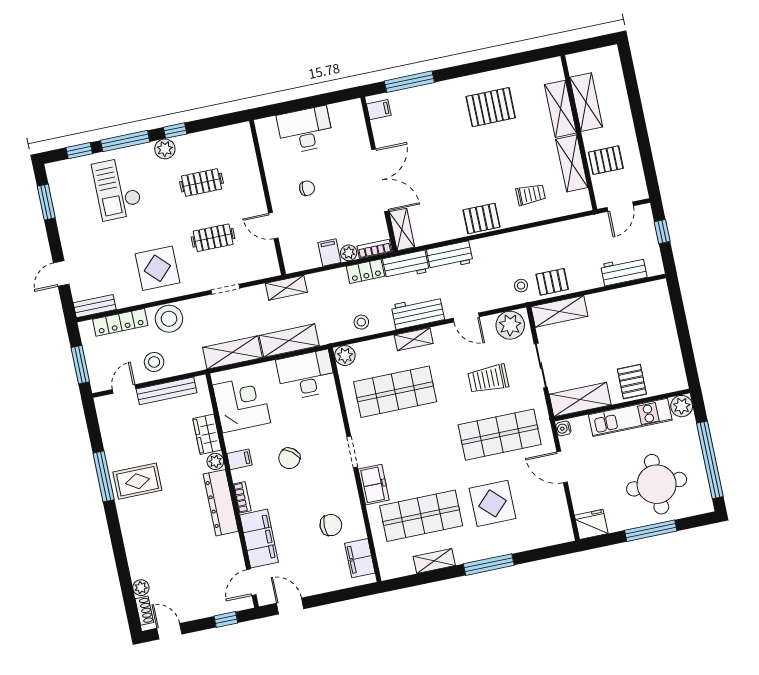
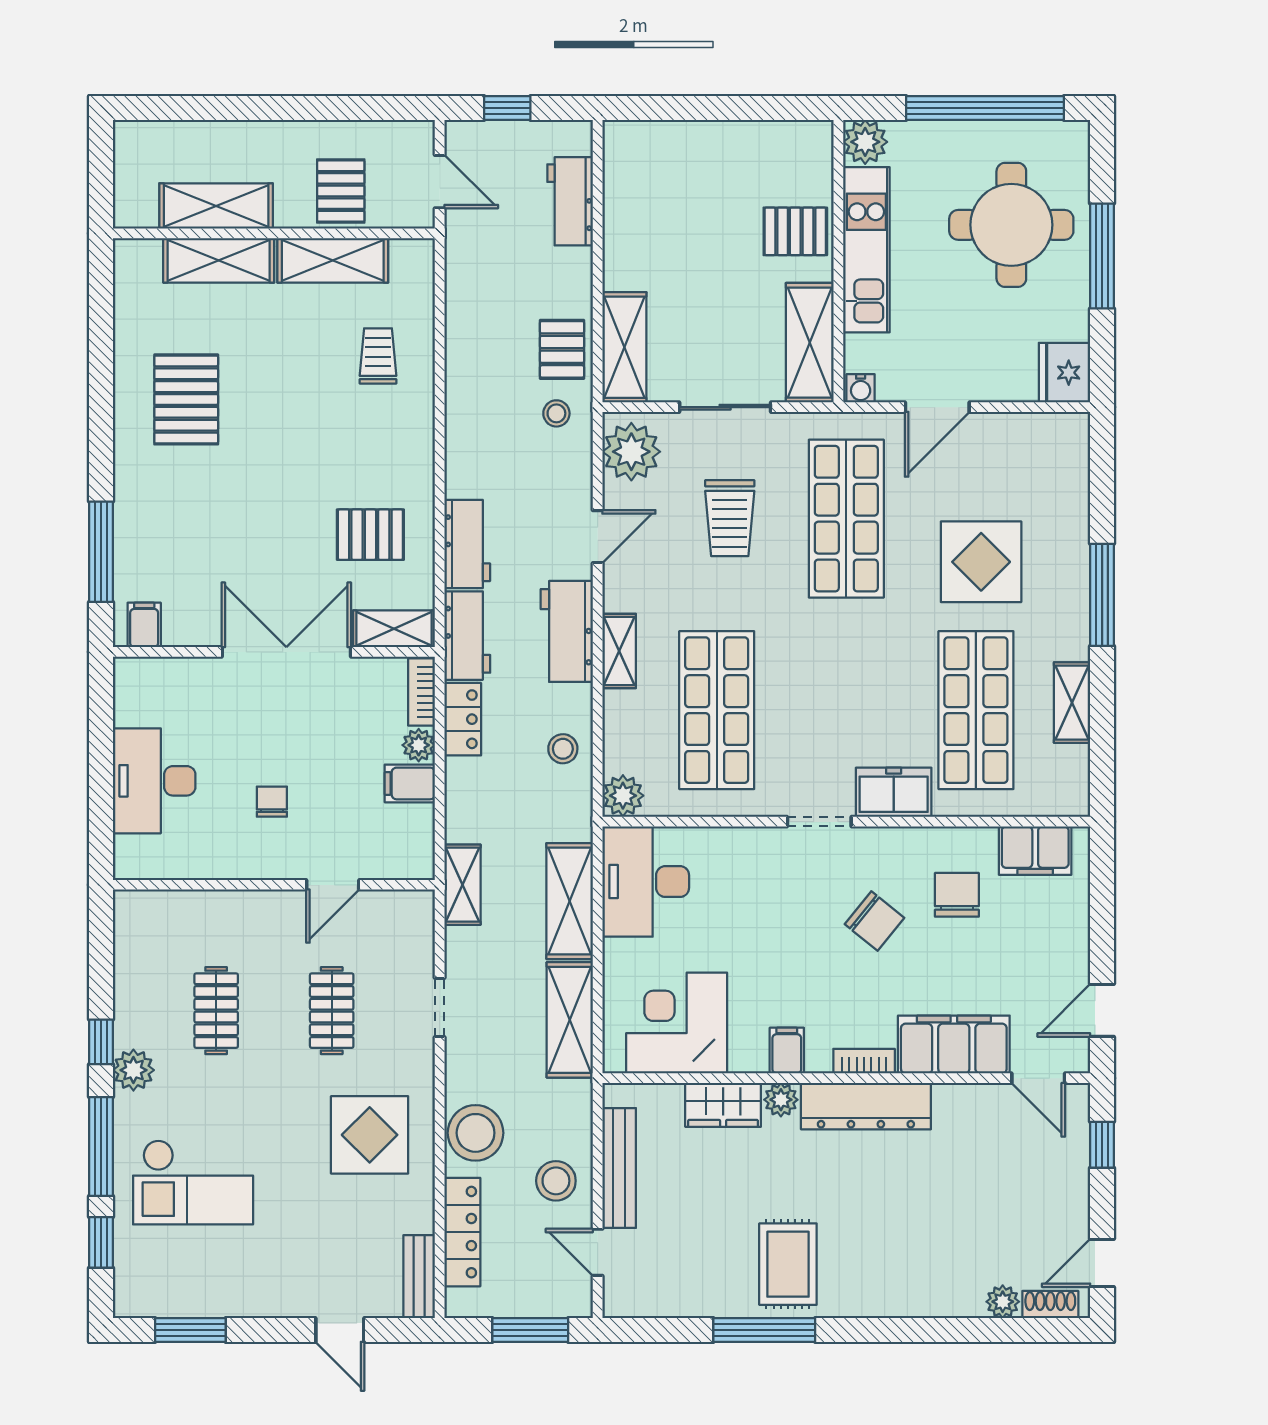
pallet: (481, 218) -> (370, 535), moved, turned 90
chair: (289, 458) -> (874, 921), moved

